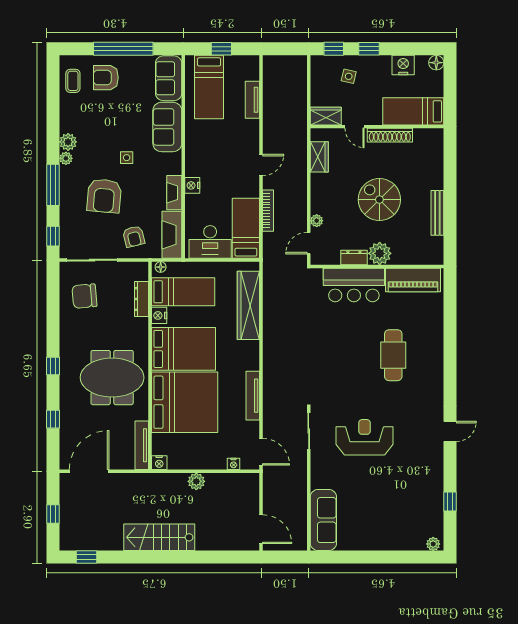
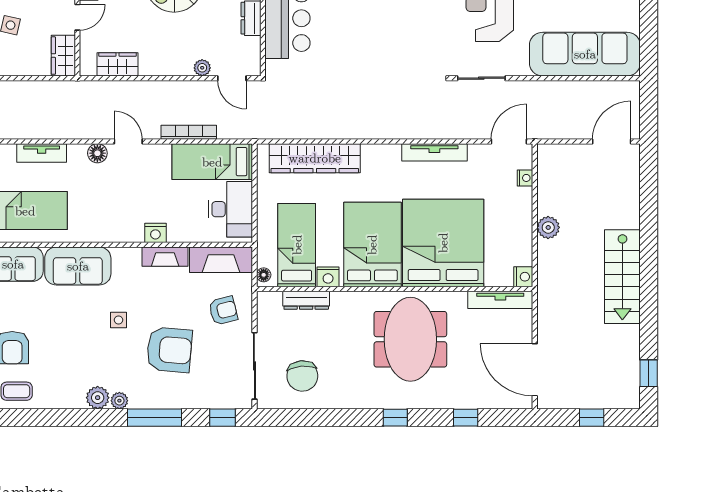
floor lamp: (252, 142) -> (97, 153), added
sofa: (323, 520) -> (585, 54), width x1.36, depth x1.27

